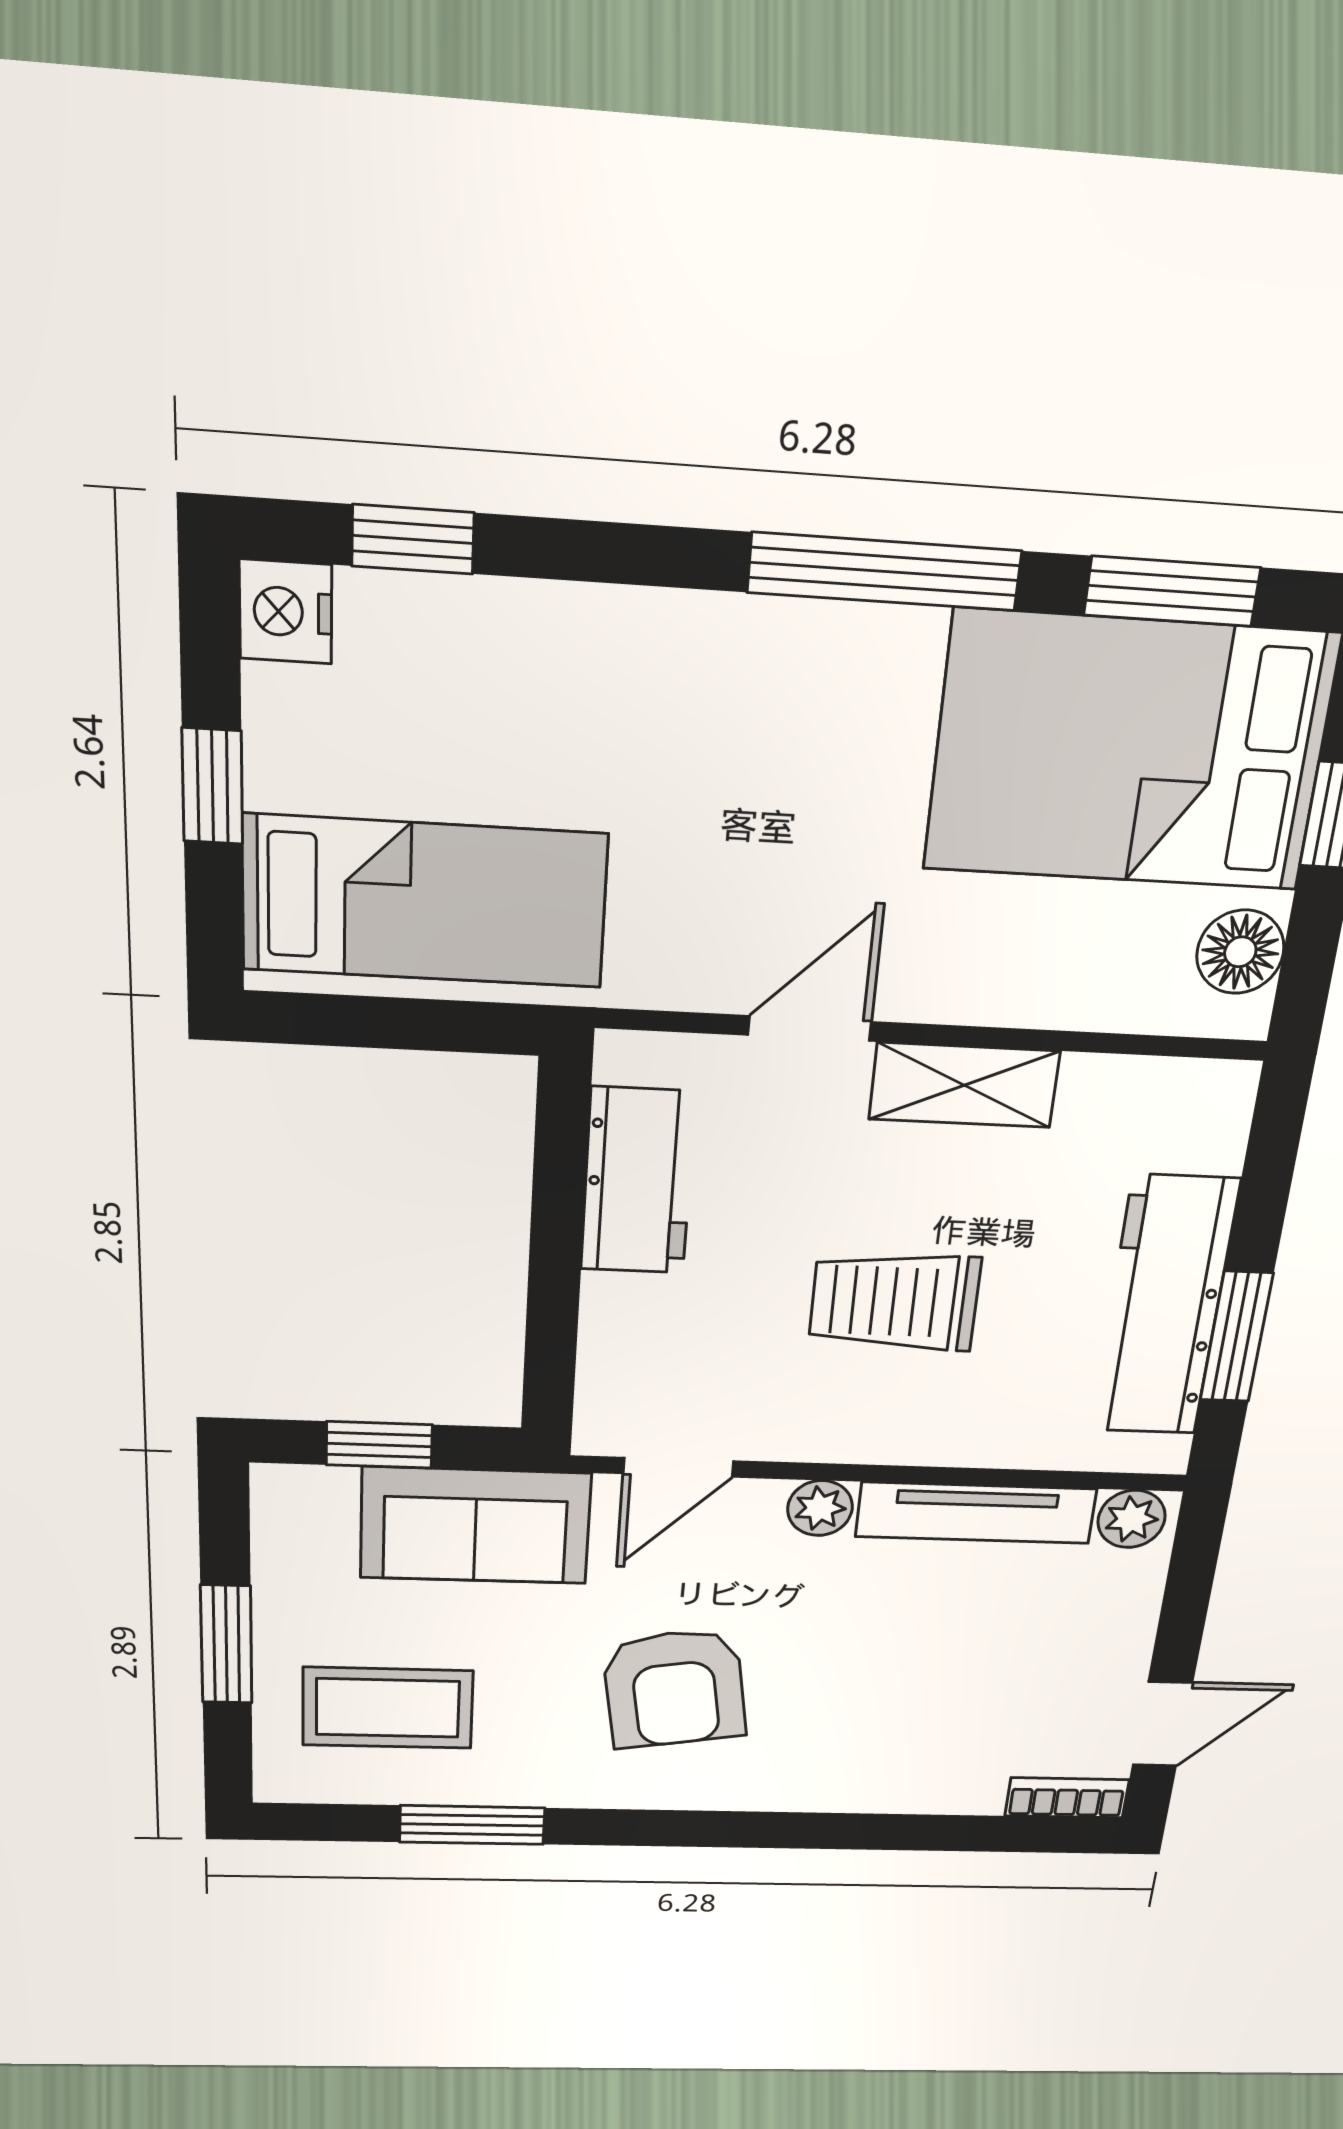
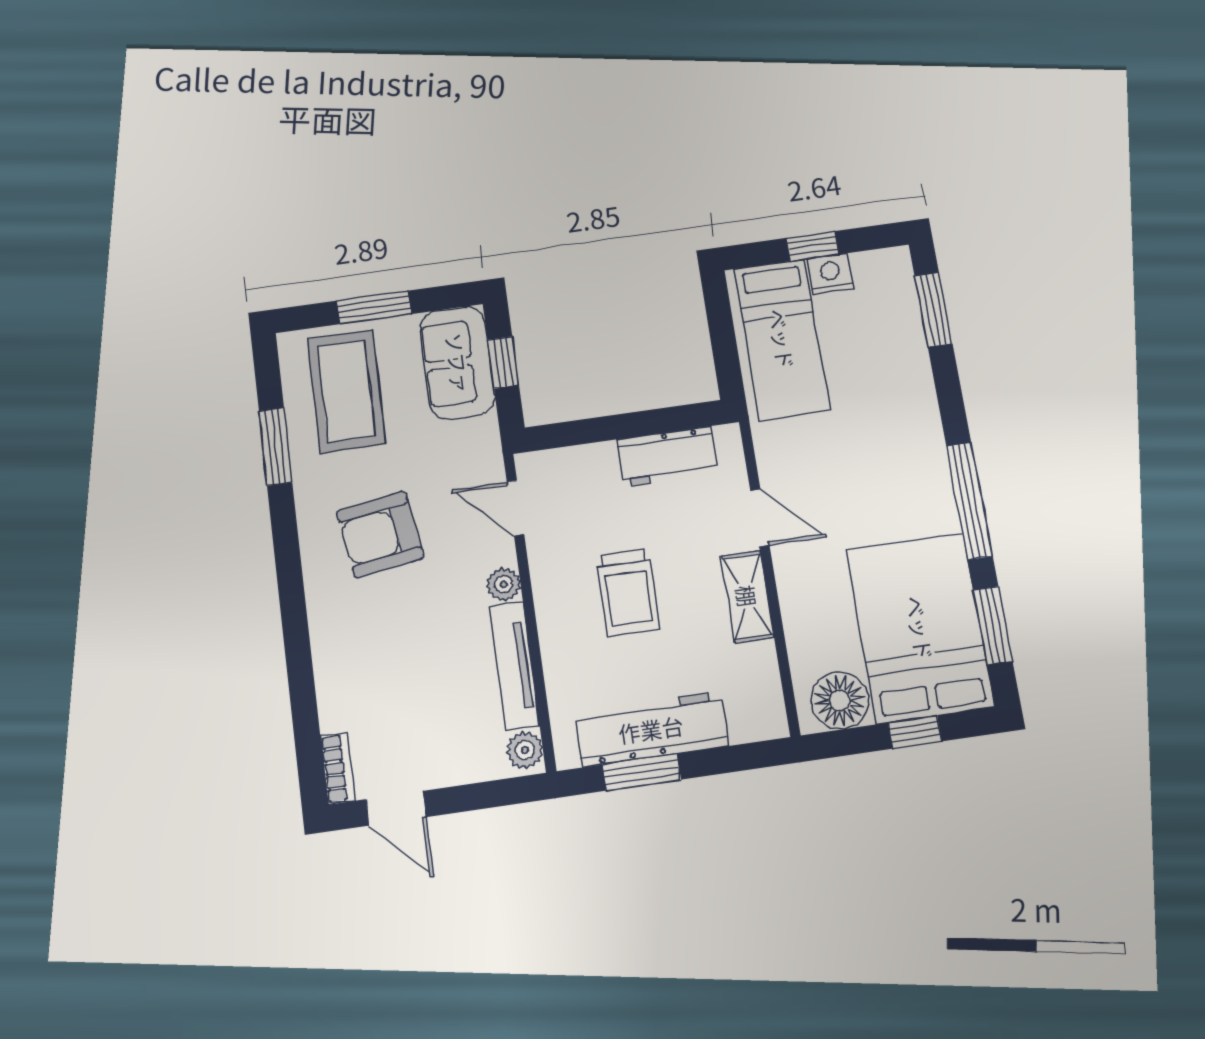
window: (413, 539) -> (933, 310), width x1.50
nightstand: (286, 612) -> (830, 274), moved
floor lamp: (1240, 952) -> (840, 700), width x1.38, depth x1.38
trolley: (895, 1302) -> (628, 593), turned 180
sofa: (475, 1526) -> (458, 363), moved
coffee table: (388, 1708) -> (346, 391), width x1.36, depth x1.32

